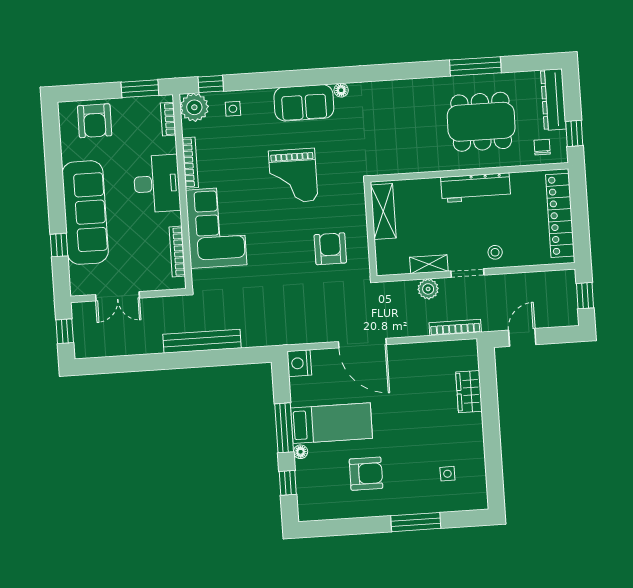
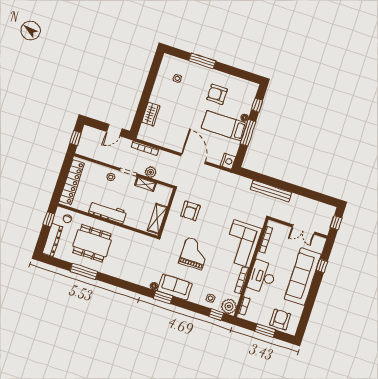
window: (317, 77) -> (163, 297), added
window: (140, 89) -> (265, 331), moved
double door: (118, 296) -> (303, 229), swing flipped

